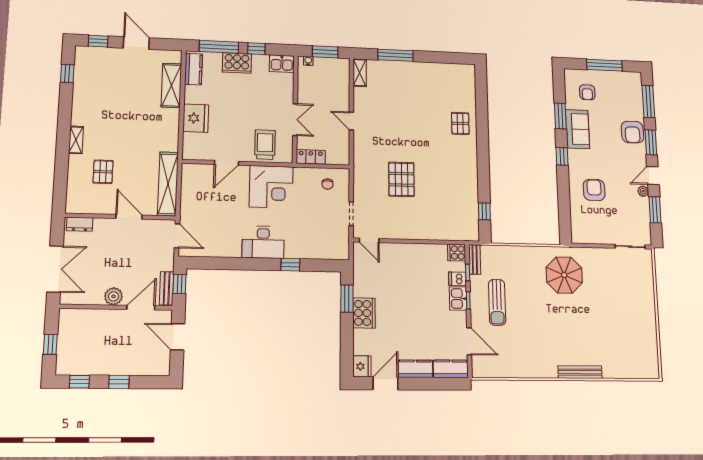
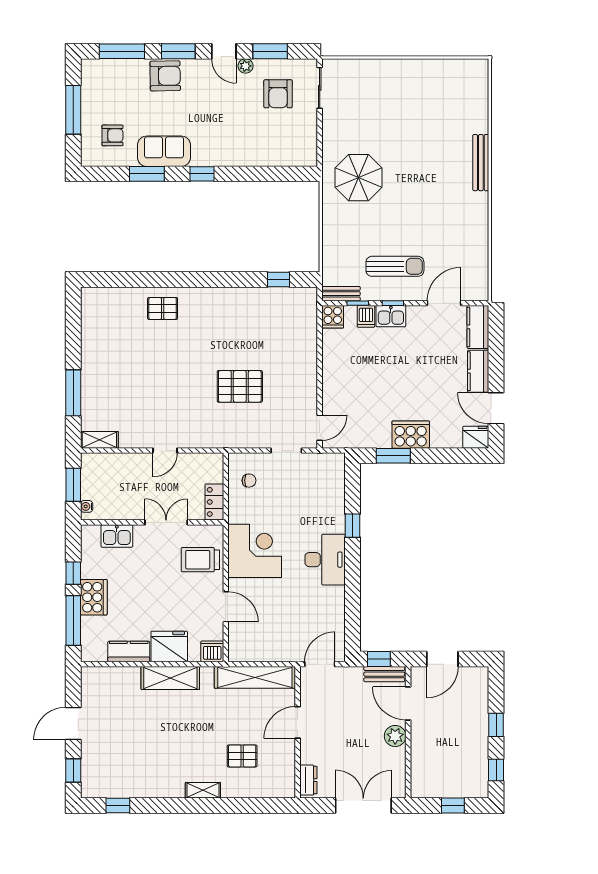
kitchen sink: (282, 64) -> (117, 536), moved, turned 90
kitchen counter: (193, 69) -> (129, 652), moved
shelving: (171, 85) -> (170, 678), moved
dishwasher: (191, 151) -> (212, 651), added
armchair: (594, 190) -> (278, 94), moved, turned -90

